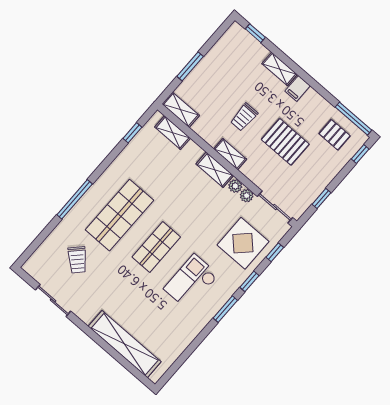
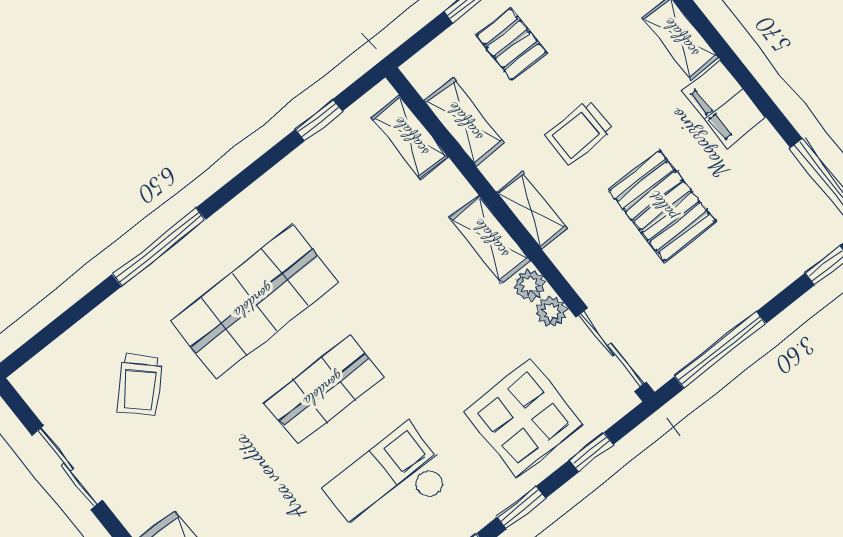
filing cabinet: (298, 88) -> (724, 104), width x2.00
shelving: (181, 110) -> (464, 122), moved
pallet: (335, 135) -> (511, 44), moved
window: (321, 198) -> (720, 350), width x2.17

